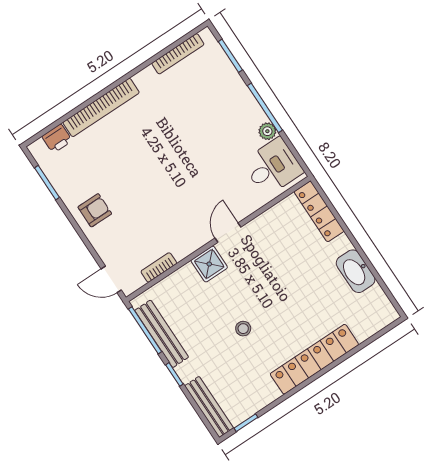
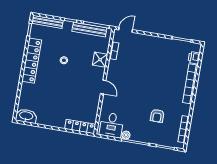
armchair: (95, 210) -> (157, 116), moved
shower: (209, 264) -> (100, 60), moved
washbasin: (356, 271) -> (26, 116), moved
locker: (314, 359) -> (32, 61), moved

